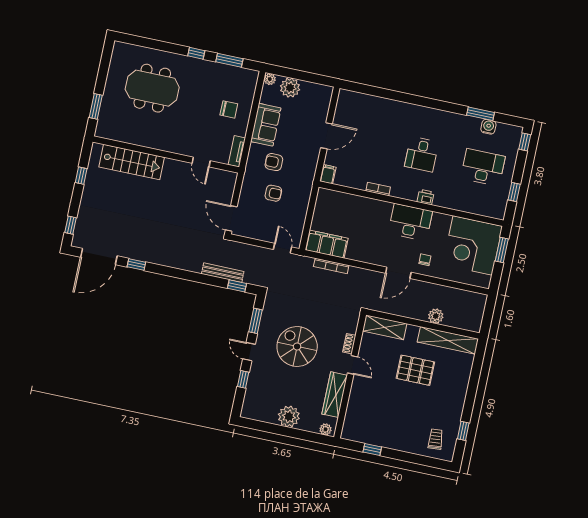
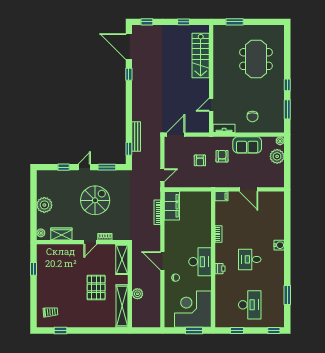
water cooler: (488, 127) -> (279, 245), moved
wardrobe: (335, 395) -> (61, 234), width x0.67

